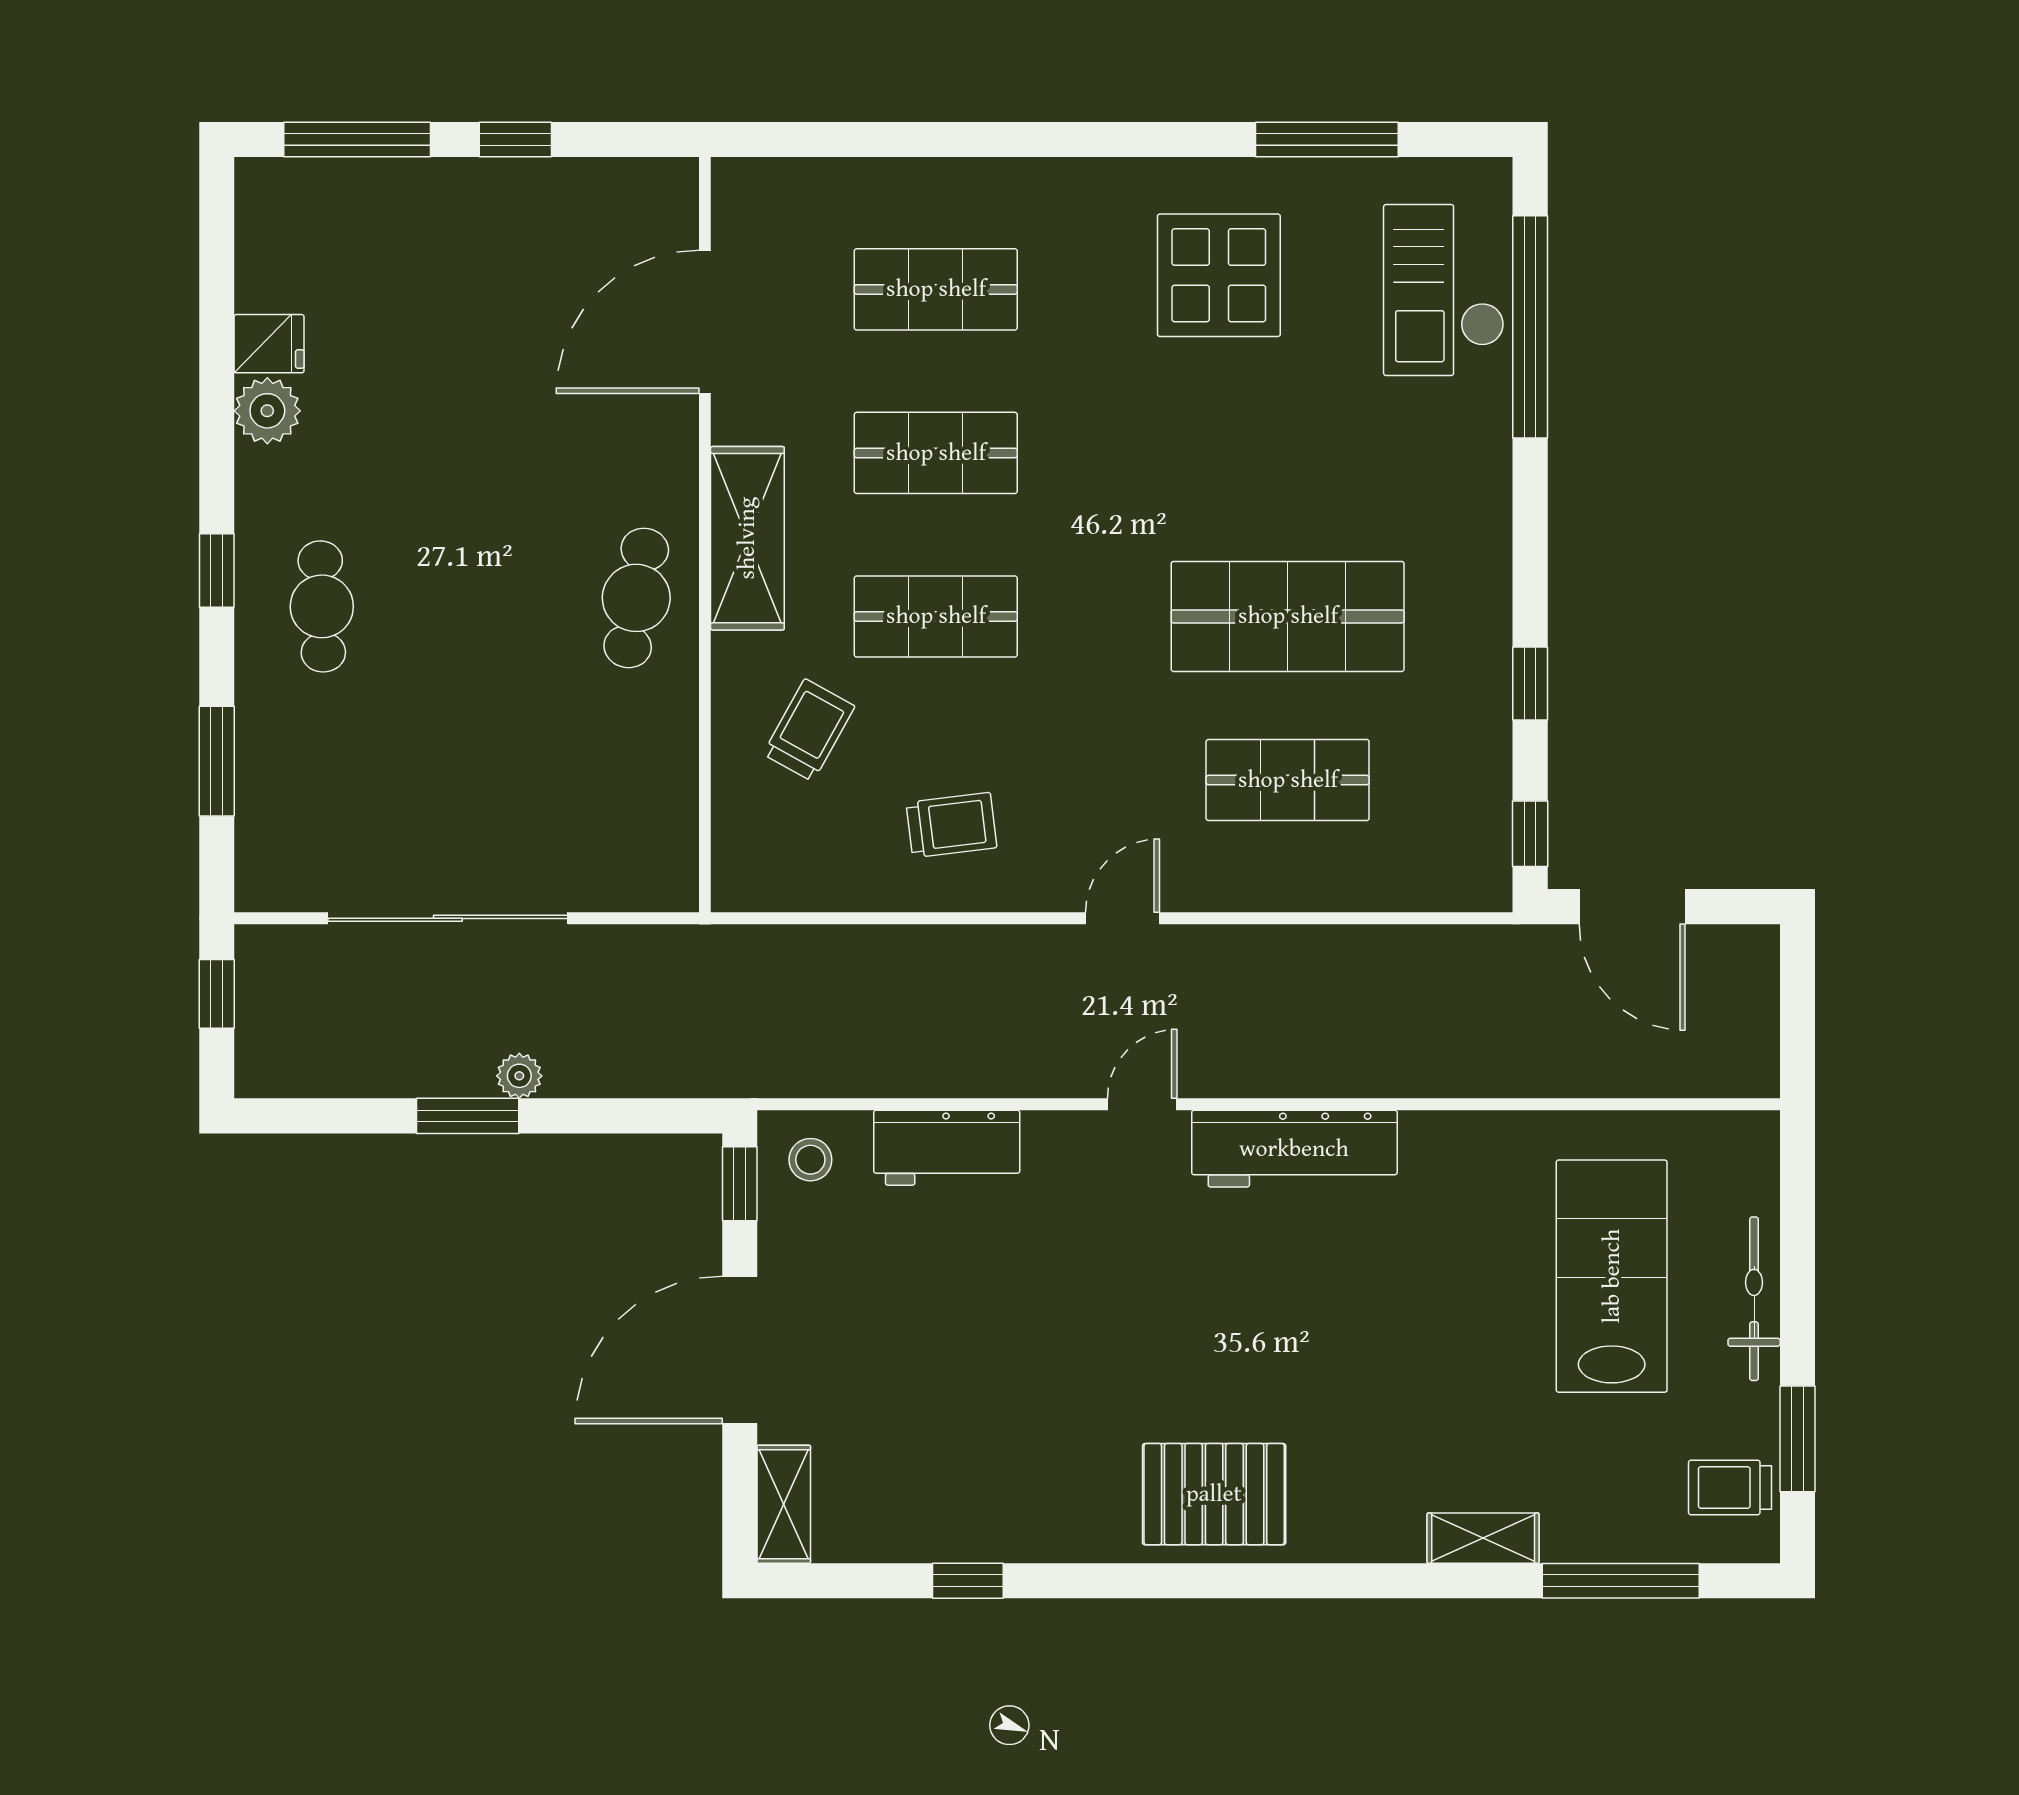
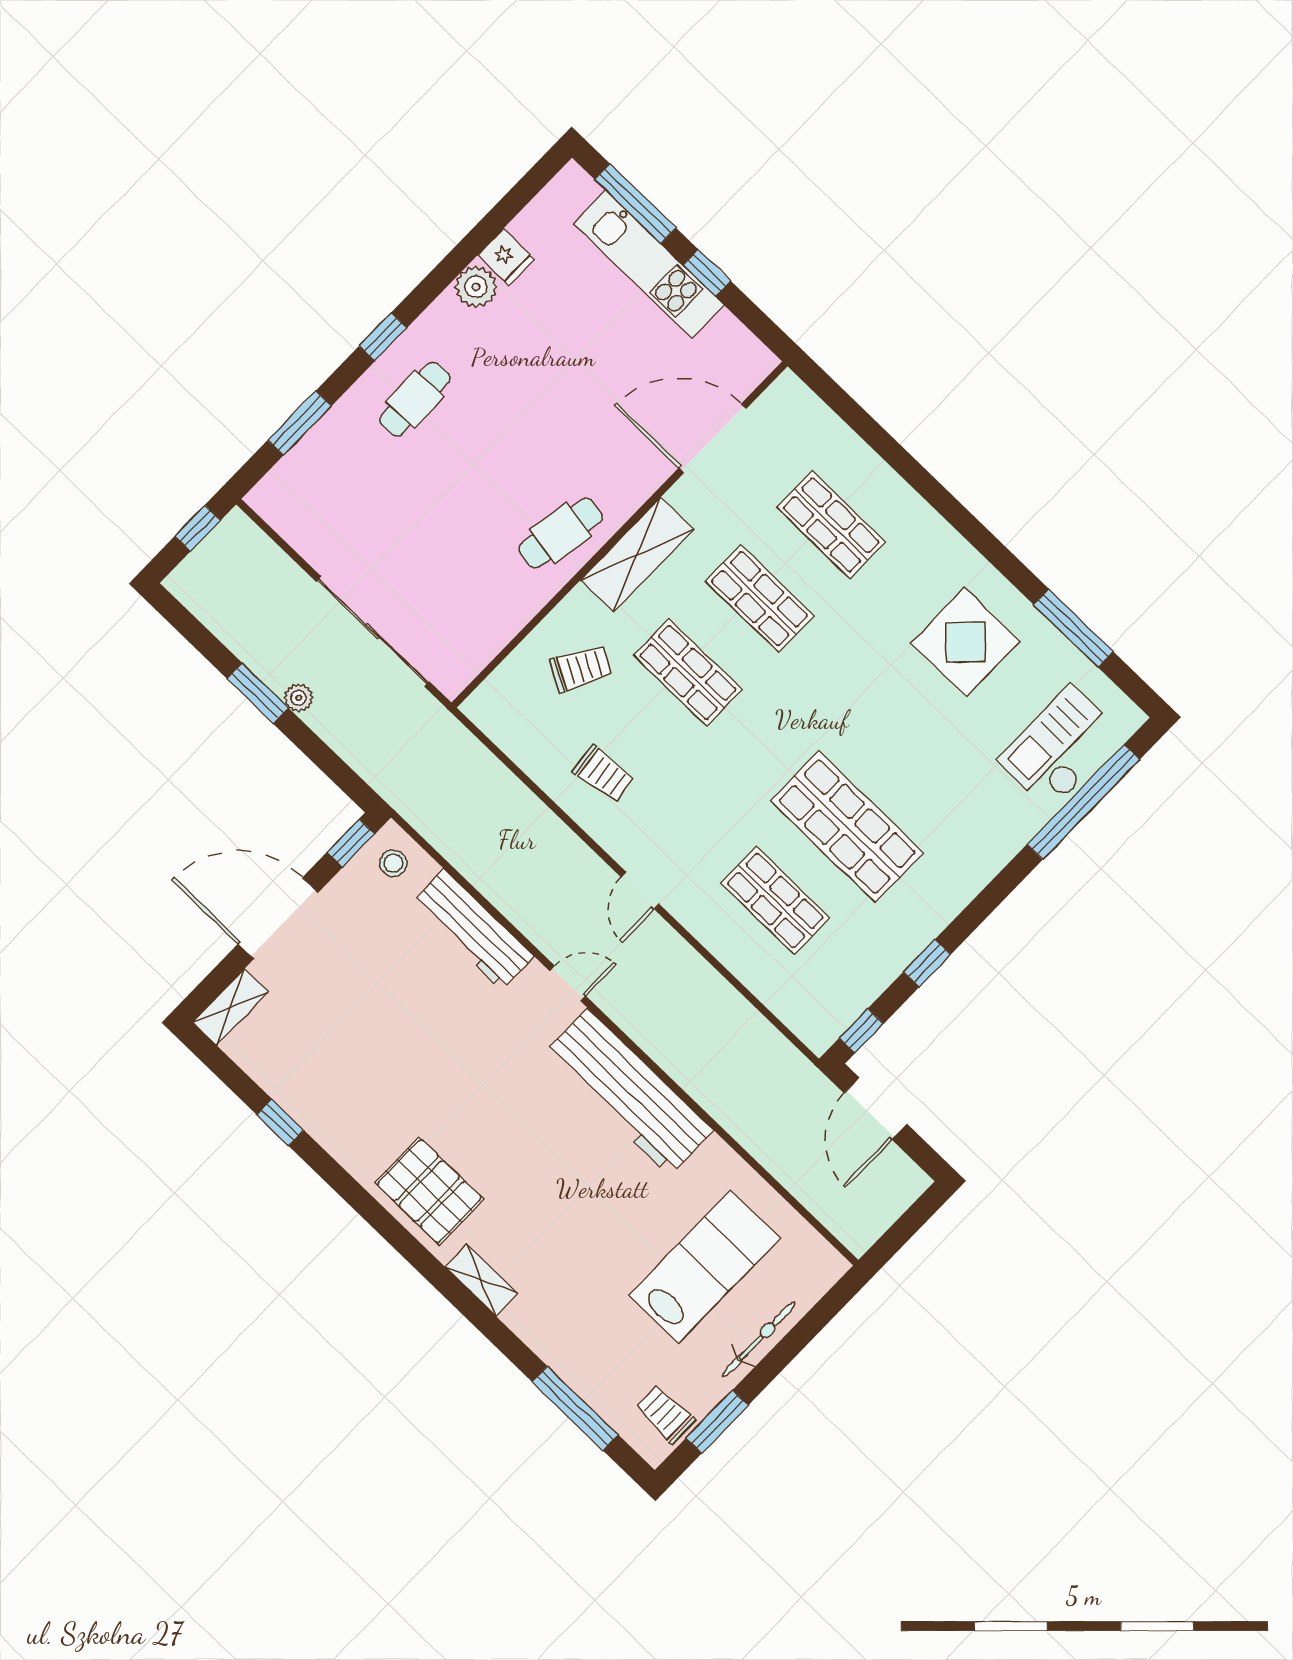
kitchen unit: (440, 194) -> (649, 264), added
sliding door: (448, 918) -> (373, 631), moved
door: (1123, 918) -> (640, 891), swing flipped
workbench: (947, 1148) -> (473, 929), width x1.38
workbench: (1294, 1149) -> (628, 1092), width x1.36, depth x1.32
shelving: (1483, 1538) -> (481, 1280), moved

